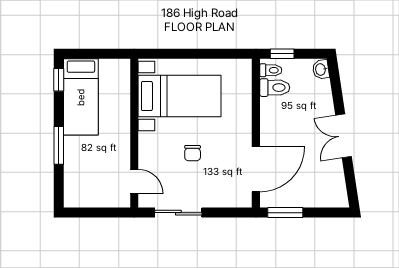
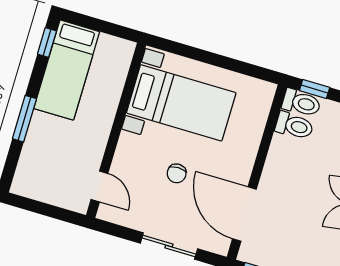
toilet: (271, 70) -> (301, 103), width x1.37, depth x1.39
door: (256, 169) -> (244, 214), swing flipped
sliding door: (178, 213) -> (169, 246), moved

